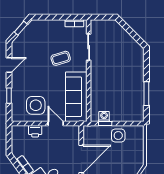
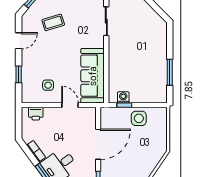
coffee table: (61, 58) -> (53, 22), moved
side table: (36, 105) -> (48, 85), width x0.54, depth x0.54
printer: (35, 131) -> (36, 114), moved

